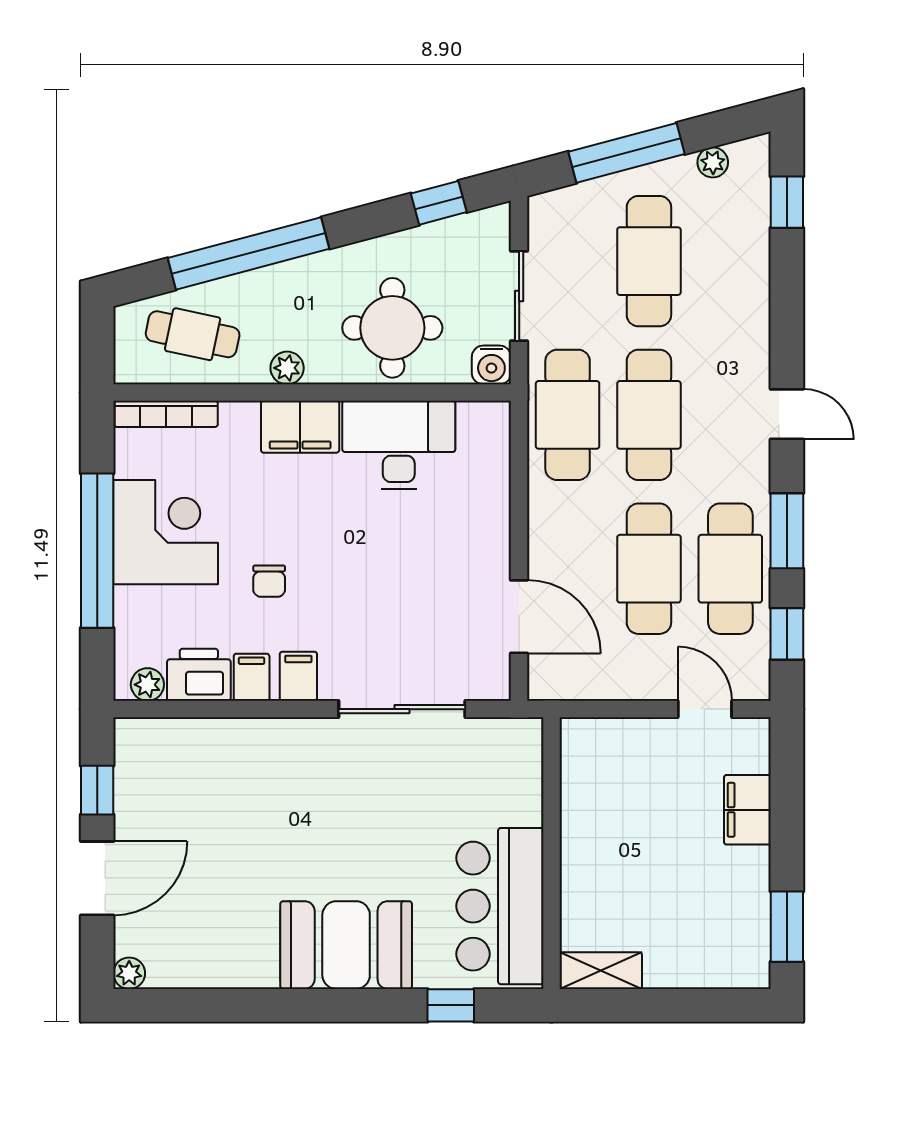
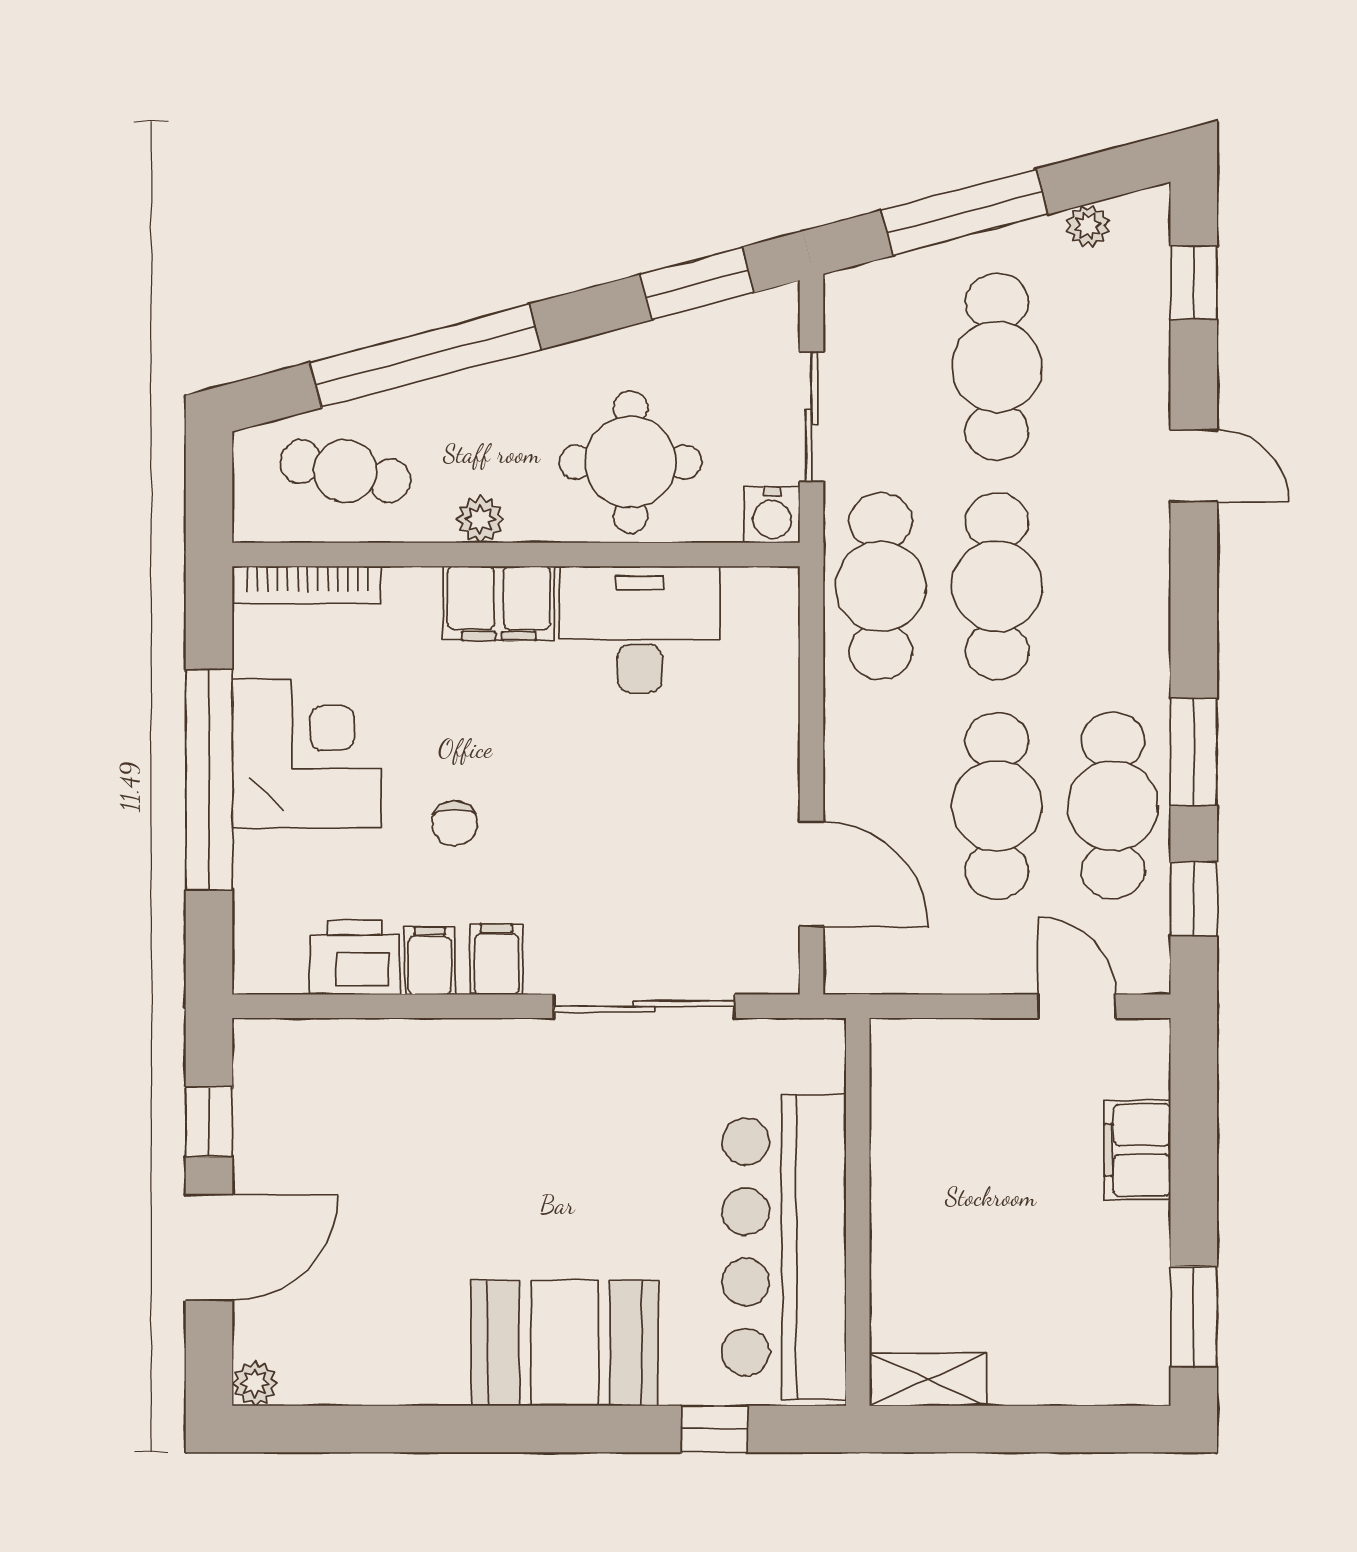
window: (439, 203) -> (697, 284), width x1.50
door: (787, 414) -> (1194, 466), moved
plant: (147, 685) -> (281, 971), removed
bar counter: (500, 906) -> (784, 1247), width x1.36

